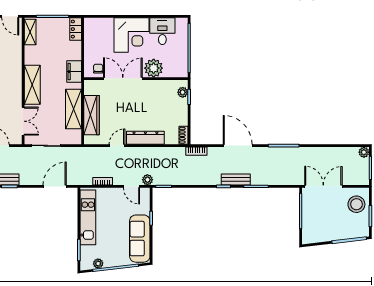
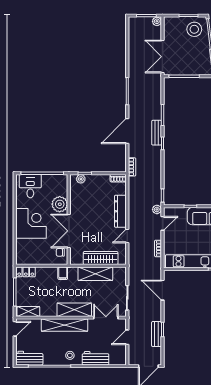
desk: (162, 31) -> (30, 186), moved, turned 90
filing cabinet: (74, 72) -> (63, 273), width x0.50
shelving: (15, 74) -> (65, 325), added
door: (117, 146) -> (127, 236), hinge flipped
plant: (364, 152) -> (157, 21), moved
stool: (356, 204) -> (194, 29), moved

